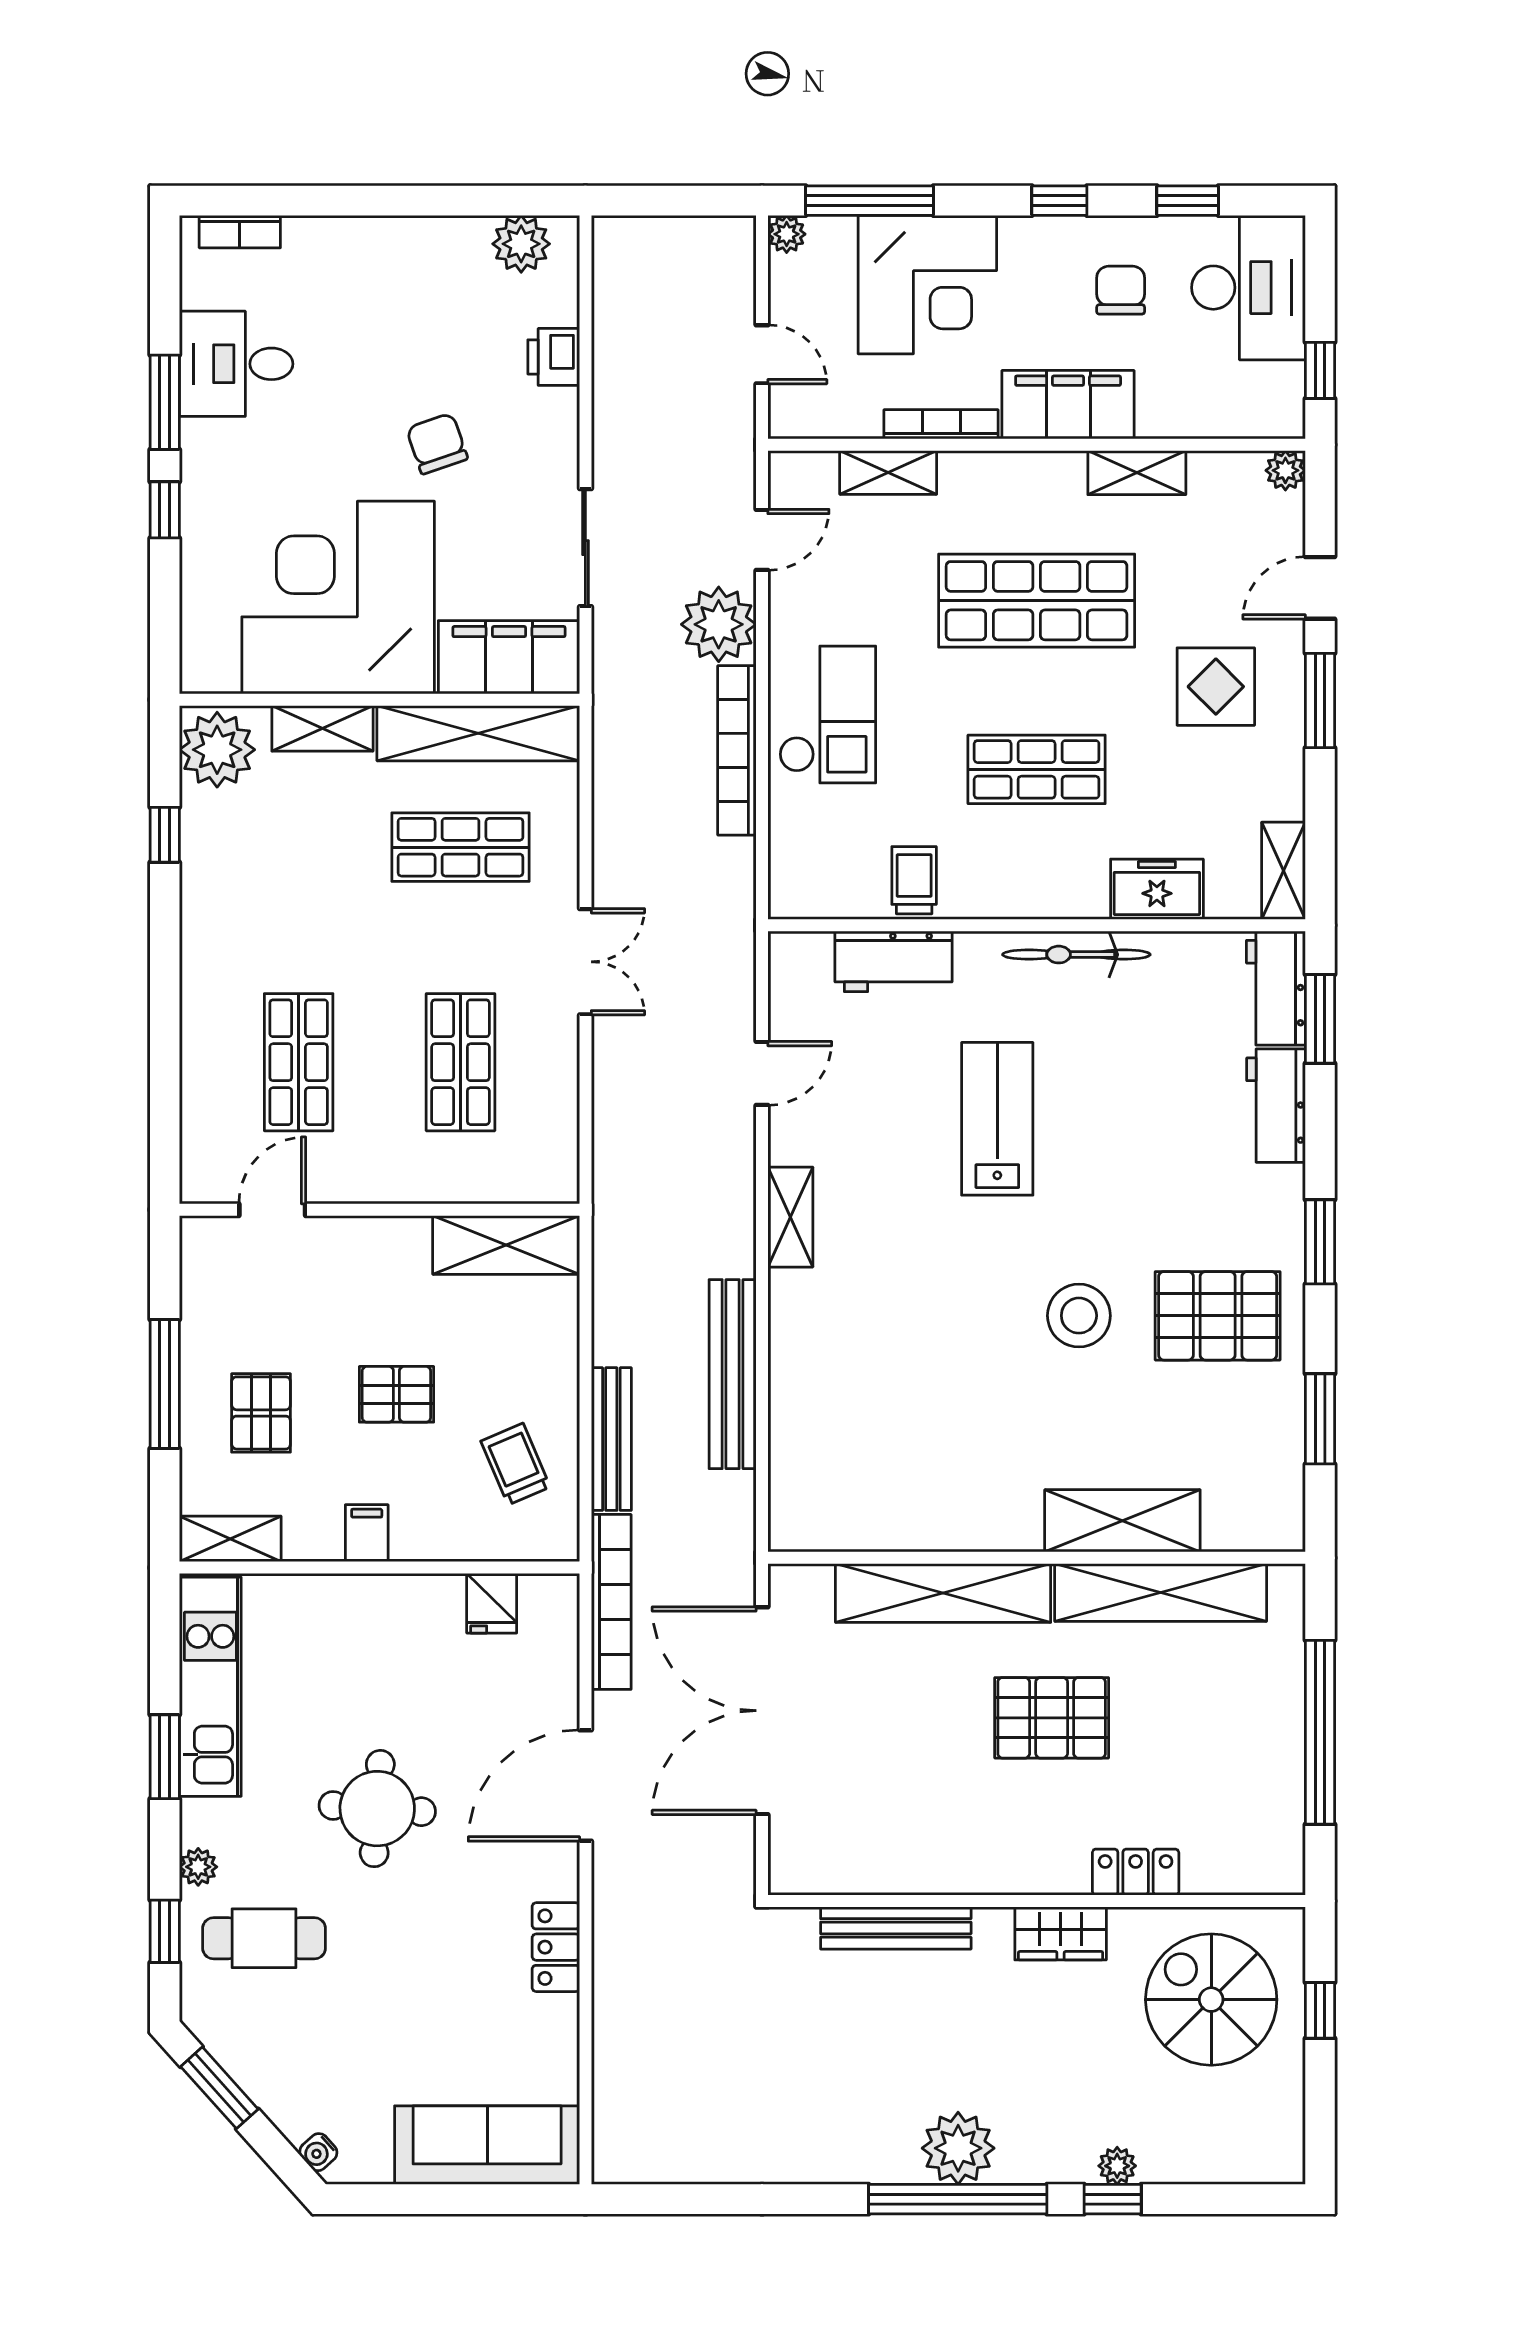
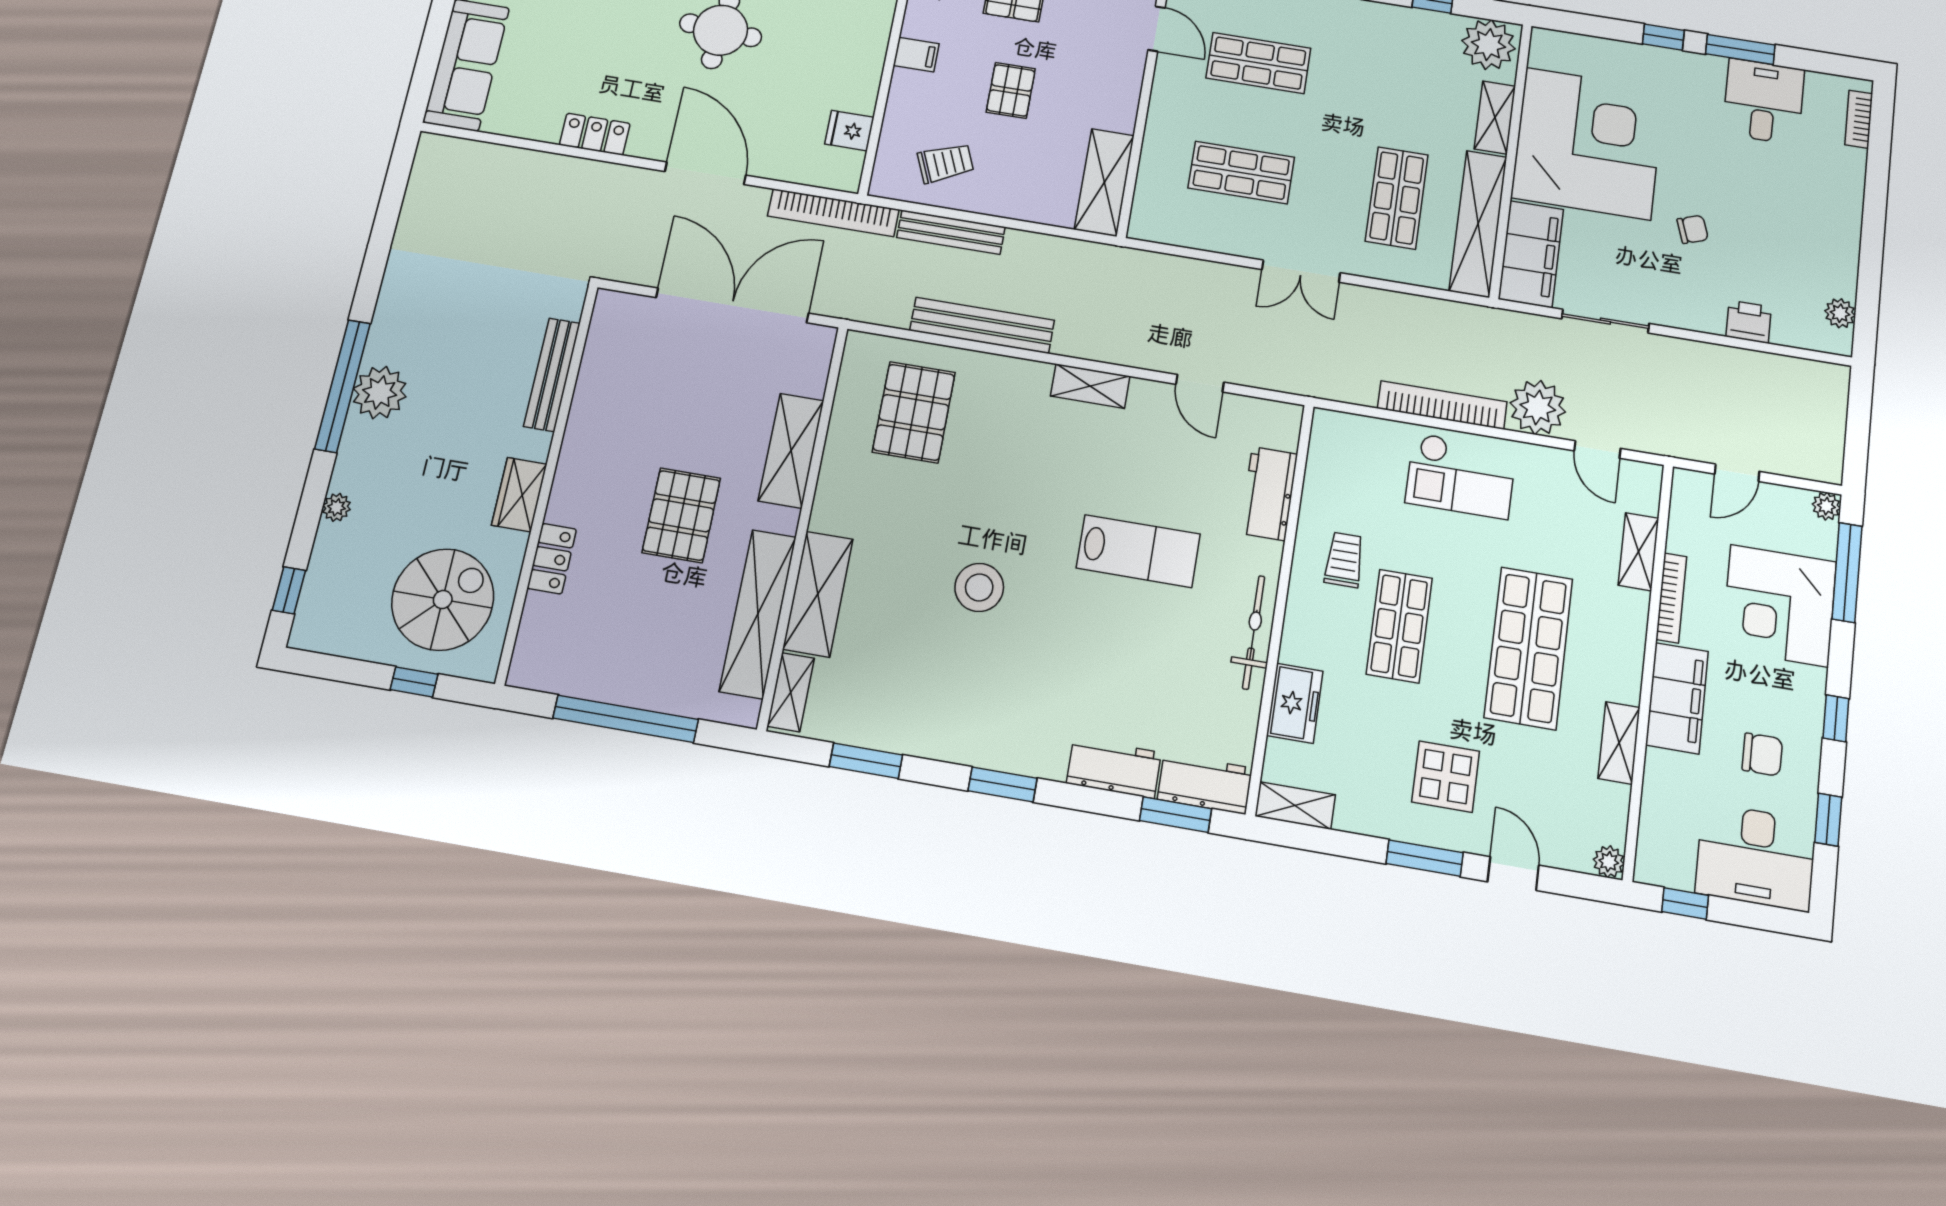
plant: (521, 244) -> (1840, 313), width x0.73, depth x0.73
chair: (437, 444) -> (1693, 229), width x0.73, depth x0.73
trolley: (914, 880) -> (1344, 560), moved, turned -90
pallet: (1218, 1316) -> (914, 412), moved
shelving: (1252, 1531) -> (791, 692), added
shelving: (943, 1593) -> (791, 451), width x0.68
window: (1113, 2199) -> (289, 590), moved

